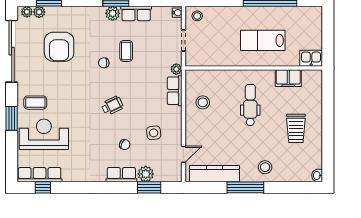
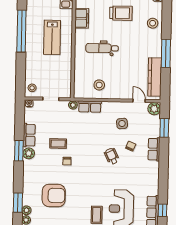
wheelchair: (112, 106) -> (112, 156), moved
stool: (265, 167) -> (153, 23), moved
plant: (146, 174) -> (154, 109), moved

